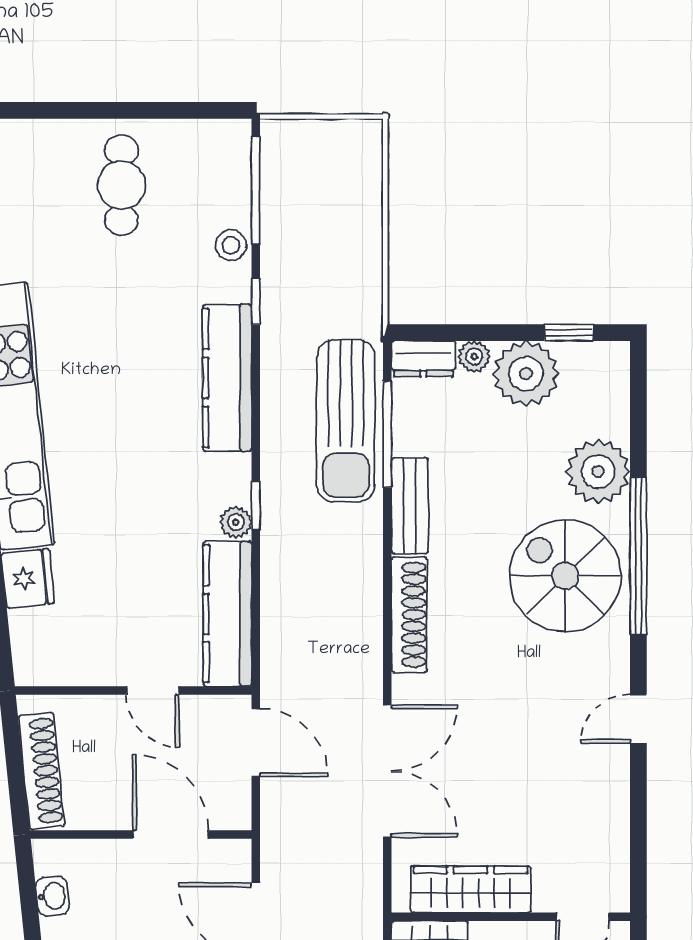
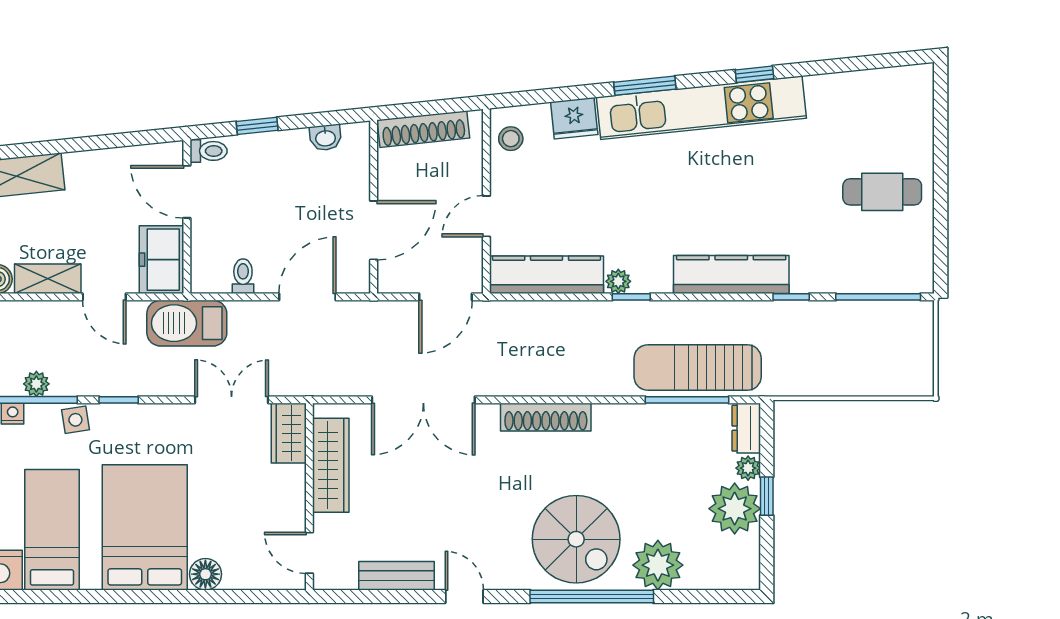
stool: (231, 245) -> (511, 139), moved
window: (569, 333) -> (767, 496), moved
bench: (410, 506) -> (396, 576), moved
spiral stairs: (565, 576) -> (576, 539), turned 90

